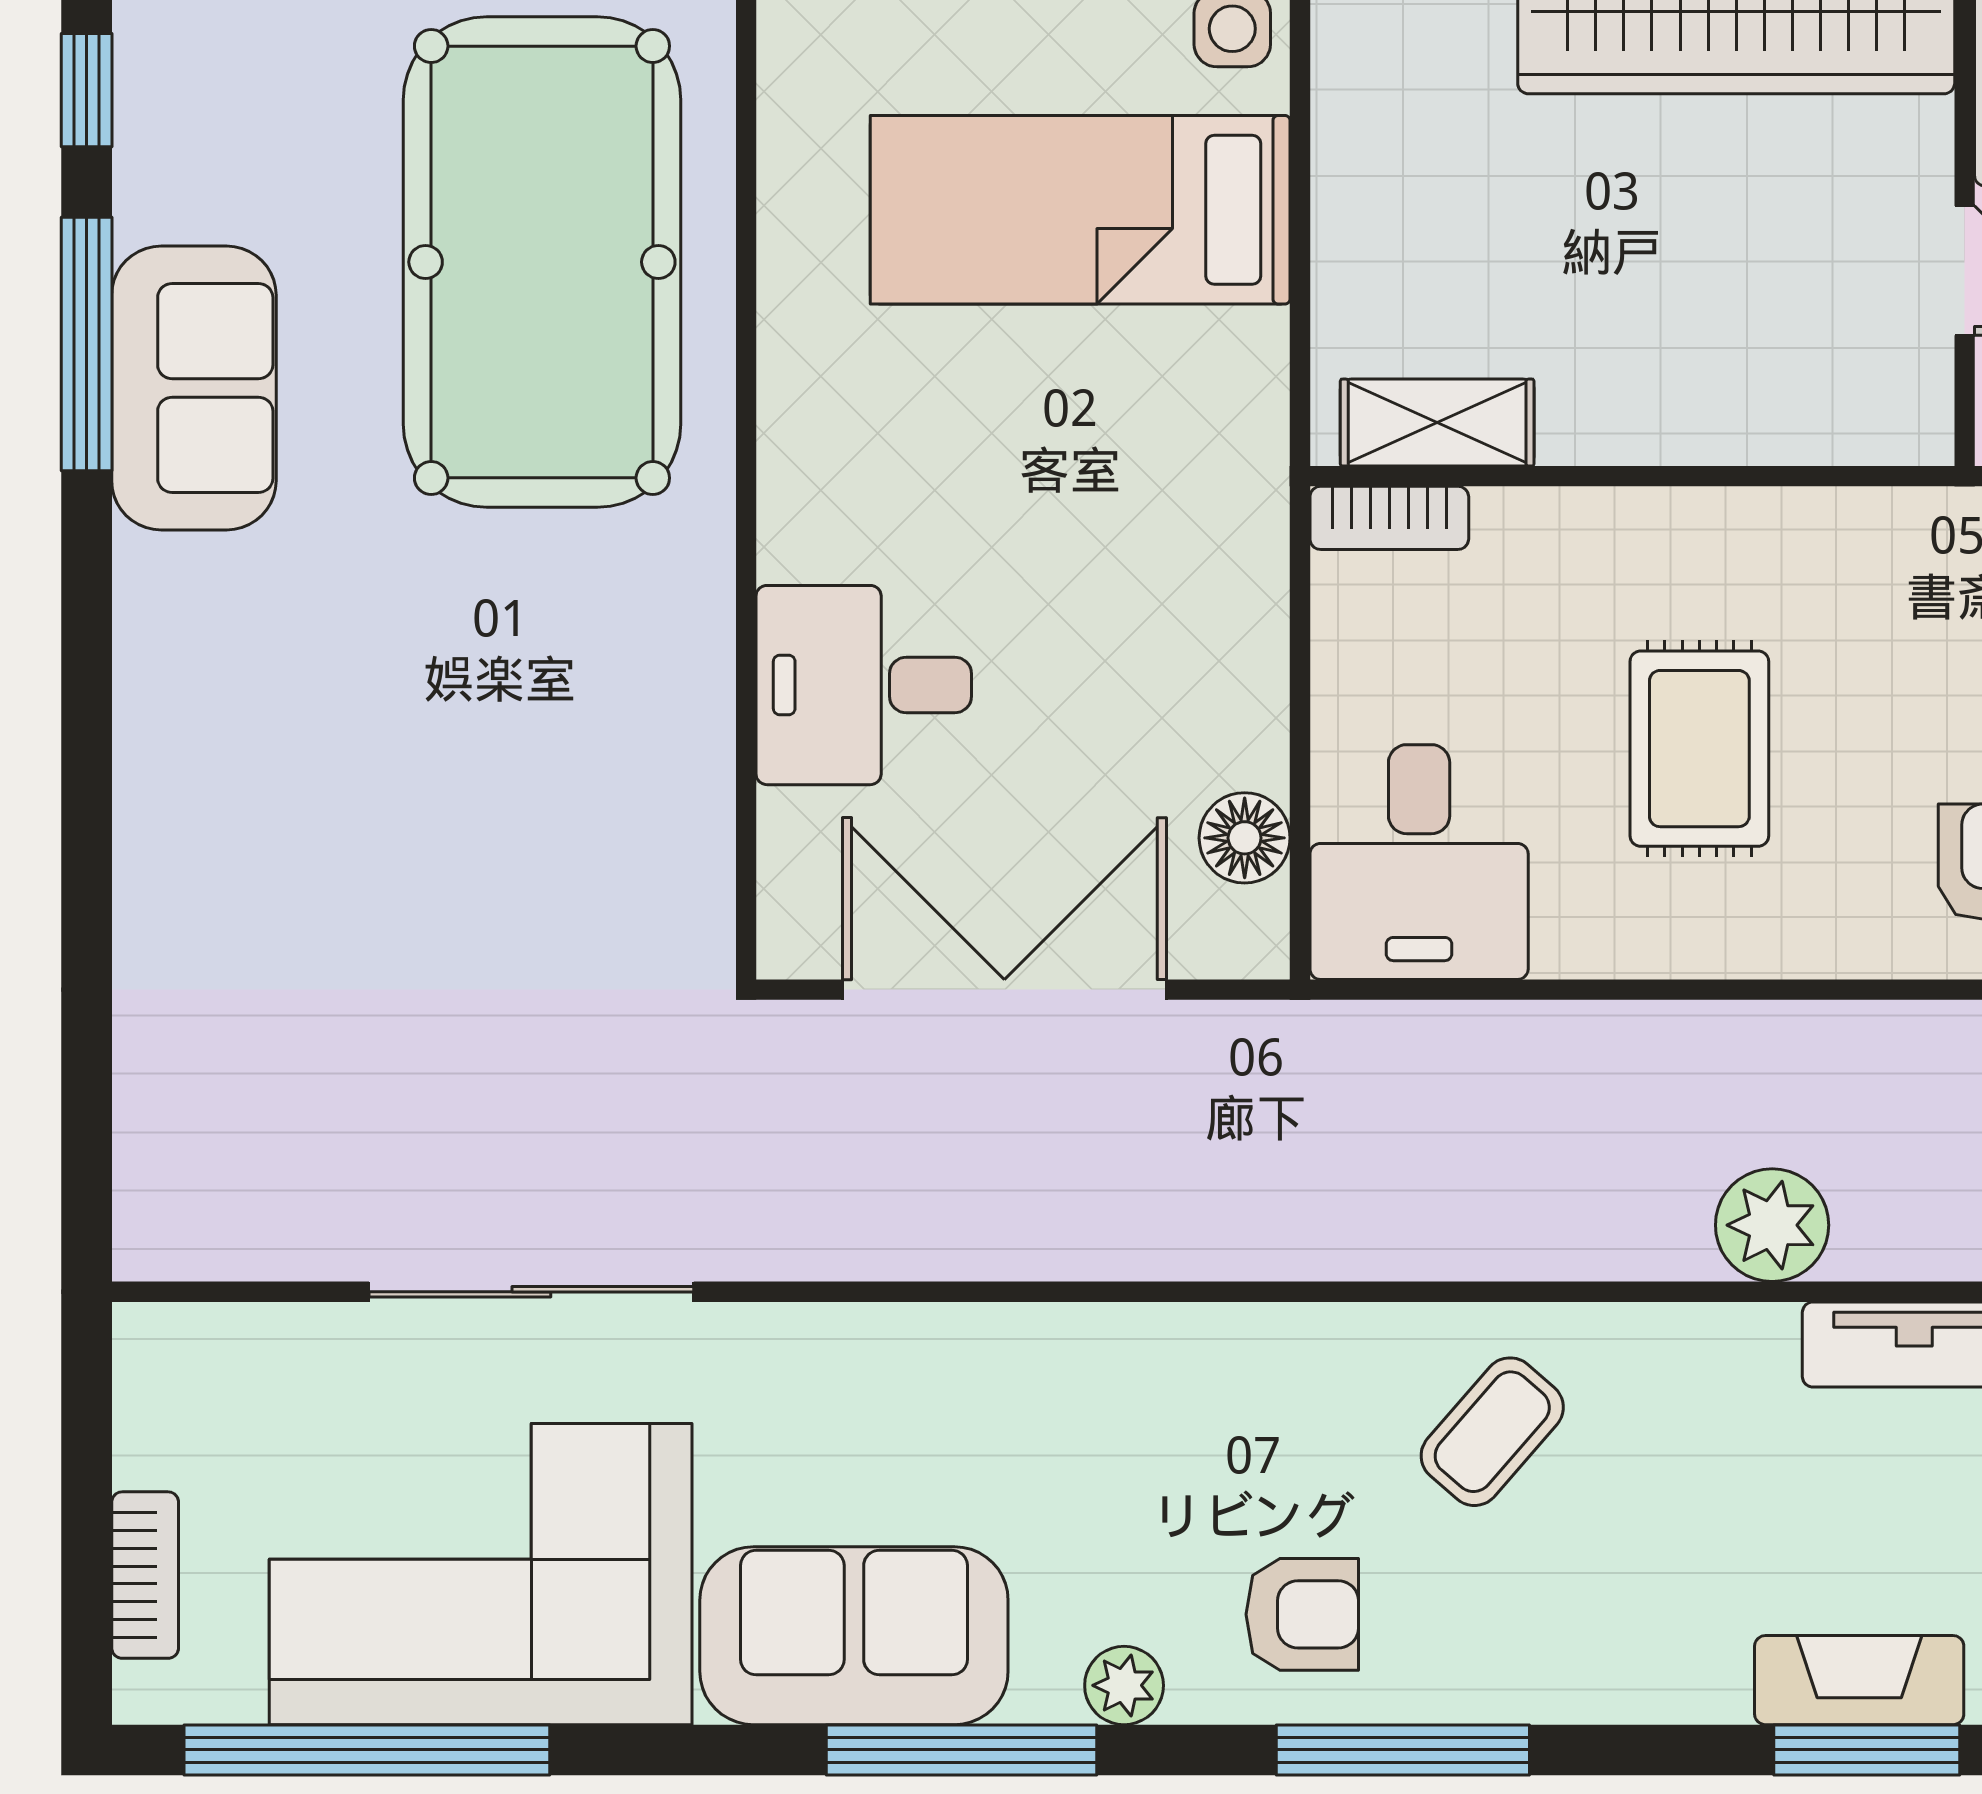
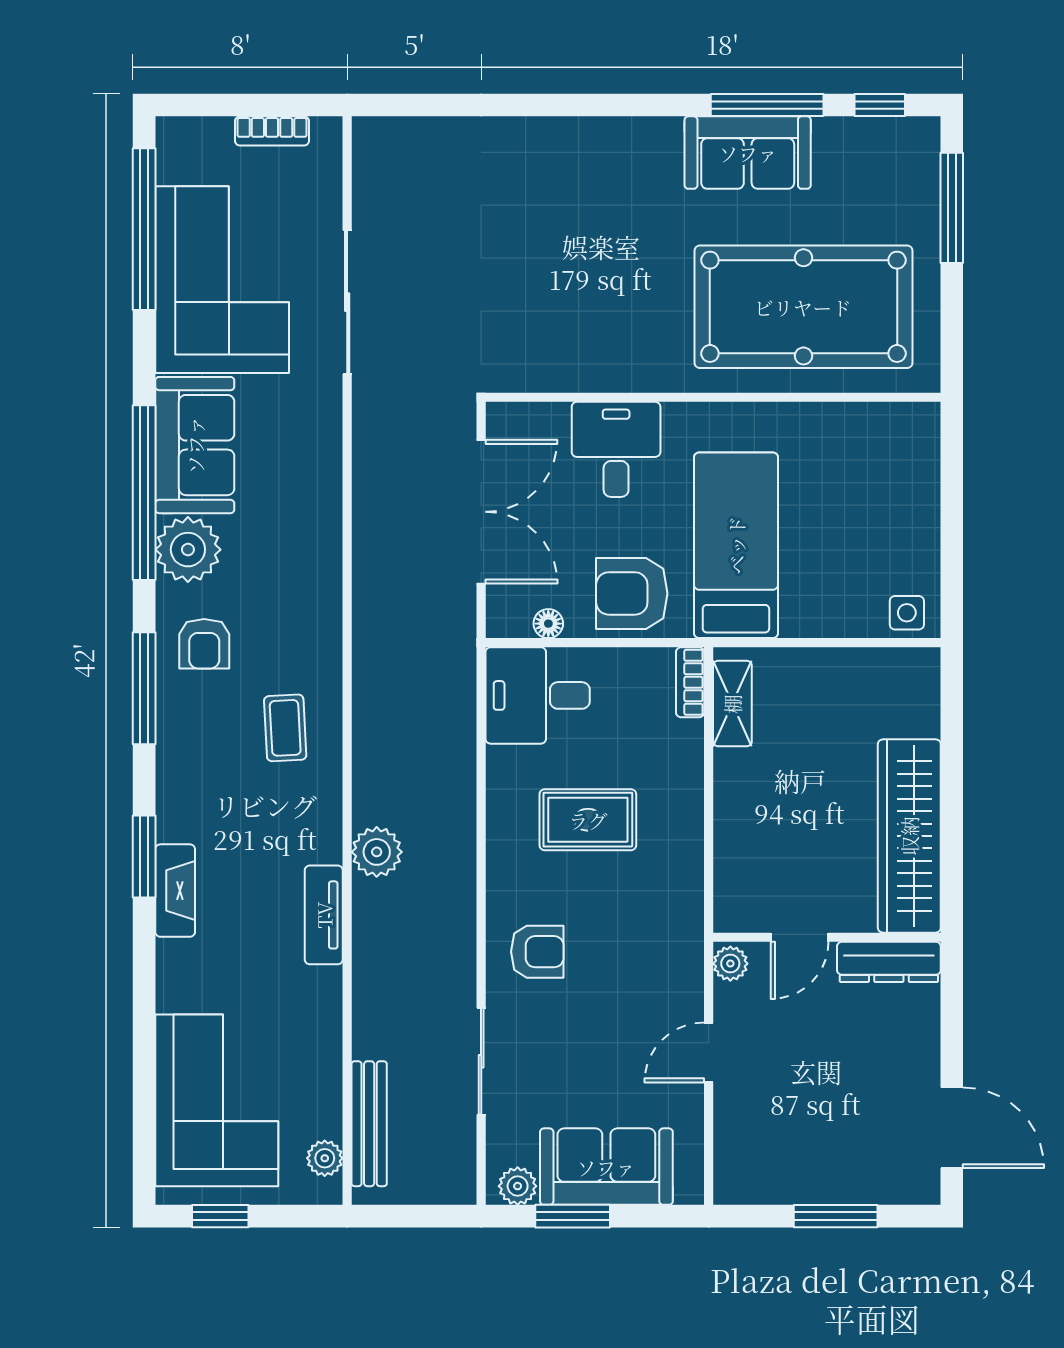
bed: (1080, 210) -> (736, 545), moved
armchair: (1189, 650) -> (632, 593), added
floor lamp: (1245, 838) -> (548, 624), width x0.73, depth x0.73
coffee table: (1492, 1432) -> (285, 728), turned 46
bookcase: (145, 1575) -> (272, 131), moved
plant: (1124, 1685) -> (188, 550), width x1.87, depth x1.87
window: (961, 1750) -> (144, 493), width x1.46
window: (1867, 1750) -> (144, 856), moved

